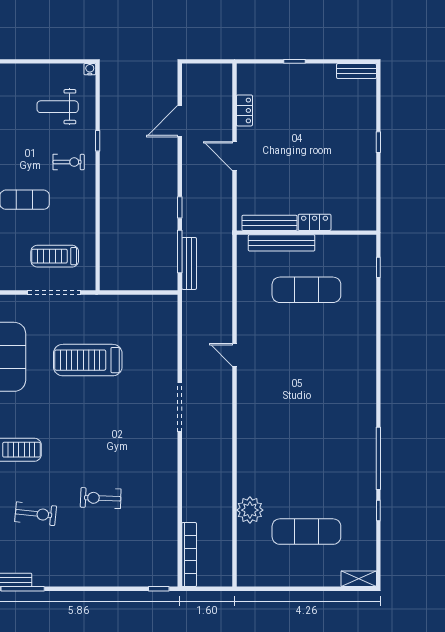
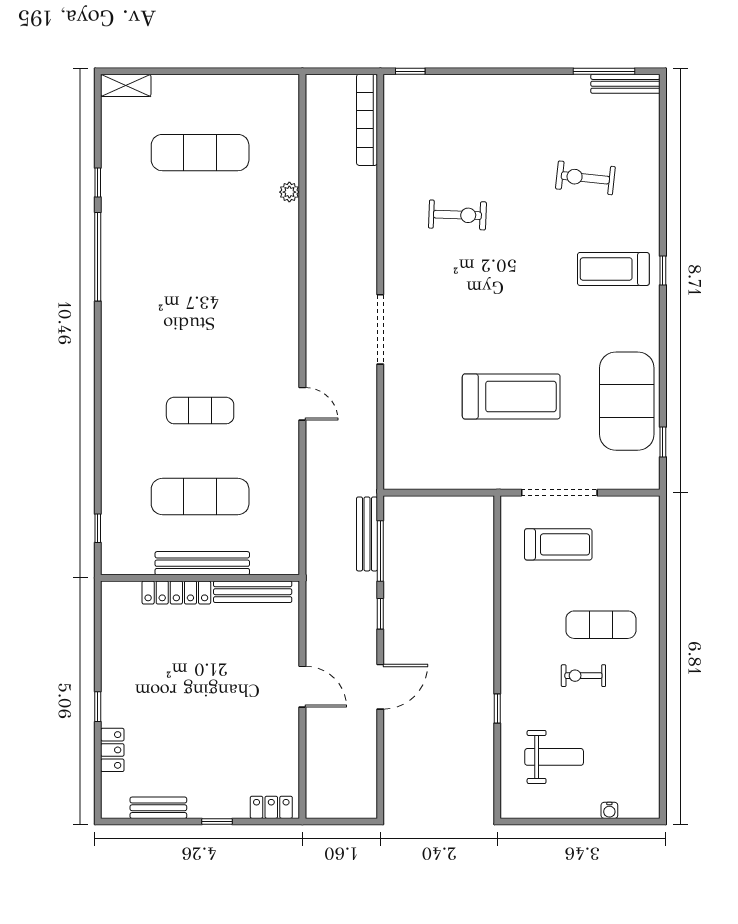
water cooler: (90, 69) -> (609, 810), moved
bench: (356, 71) -> (158, 808), moved
locker: (244, 110) -> (271, 807), moved, turned 90
locker: (368, 112) -> (112, 750), added
door: (180, 121) -> (380, 687), moved
exercise bike: (69, 162) -> (583, 676), moved
locker: (315, 222) -> (176, 592), width x1.53
bench: (282, 243) -> (202, 563), moved
exercise mat: (306, 350) -> (200, 411), added
exercise bike: (101, 498) -> (457, 215), moved
plant: (250, 510) -> (289, 192), width x0.53, depth x0.53

